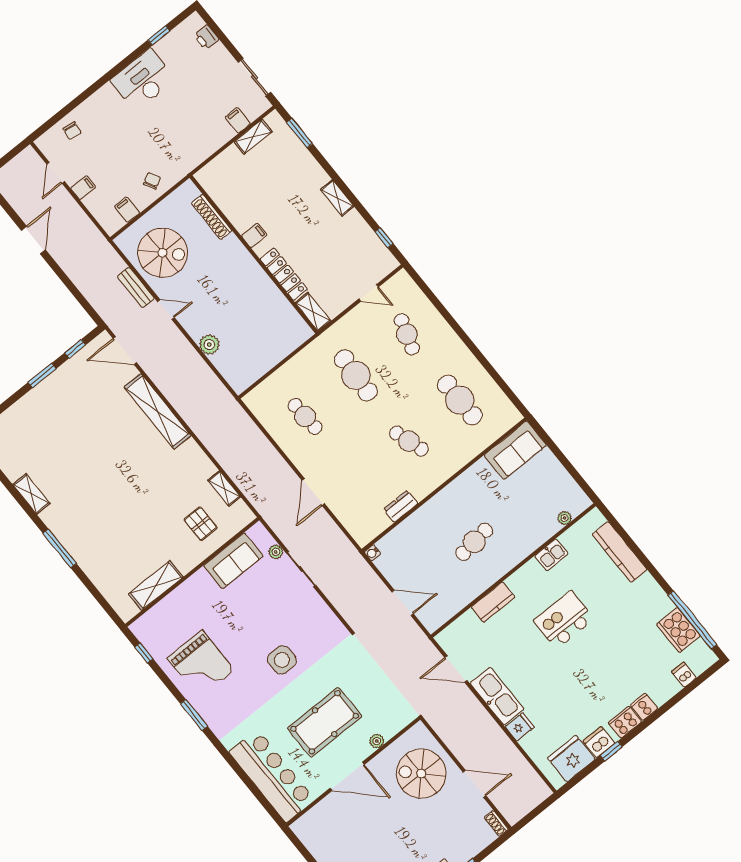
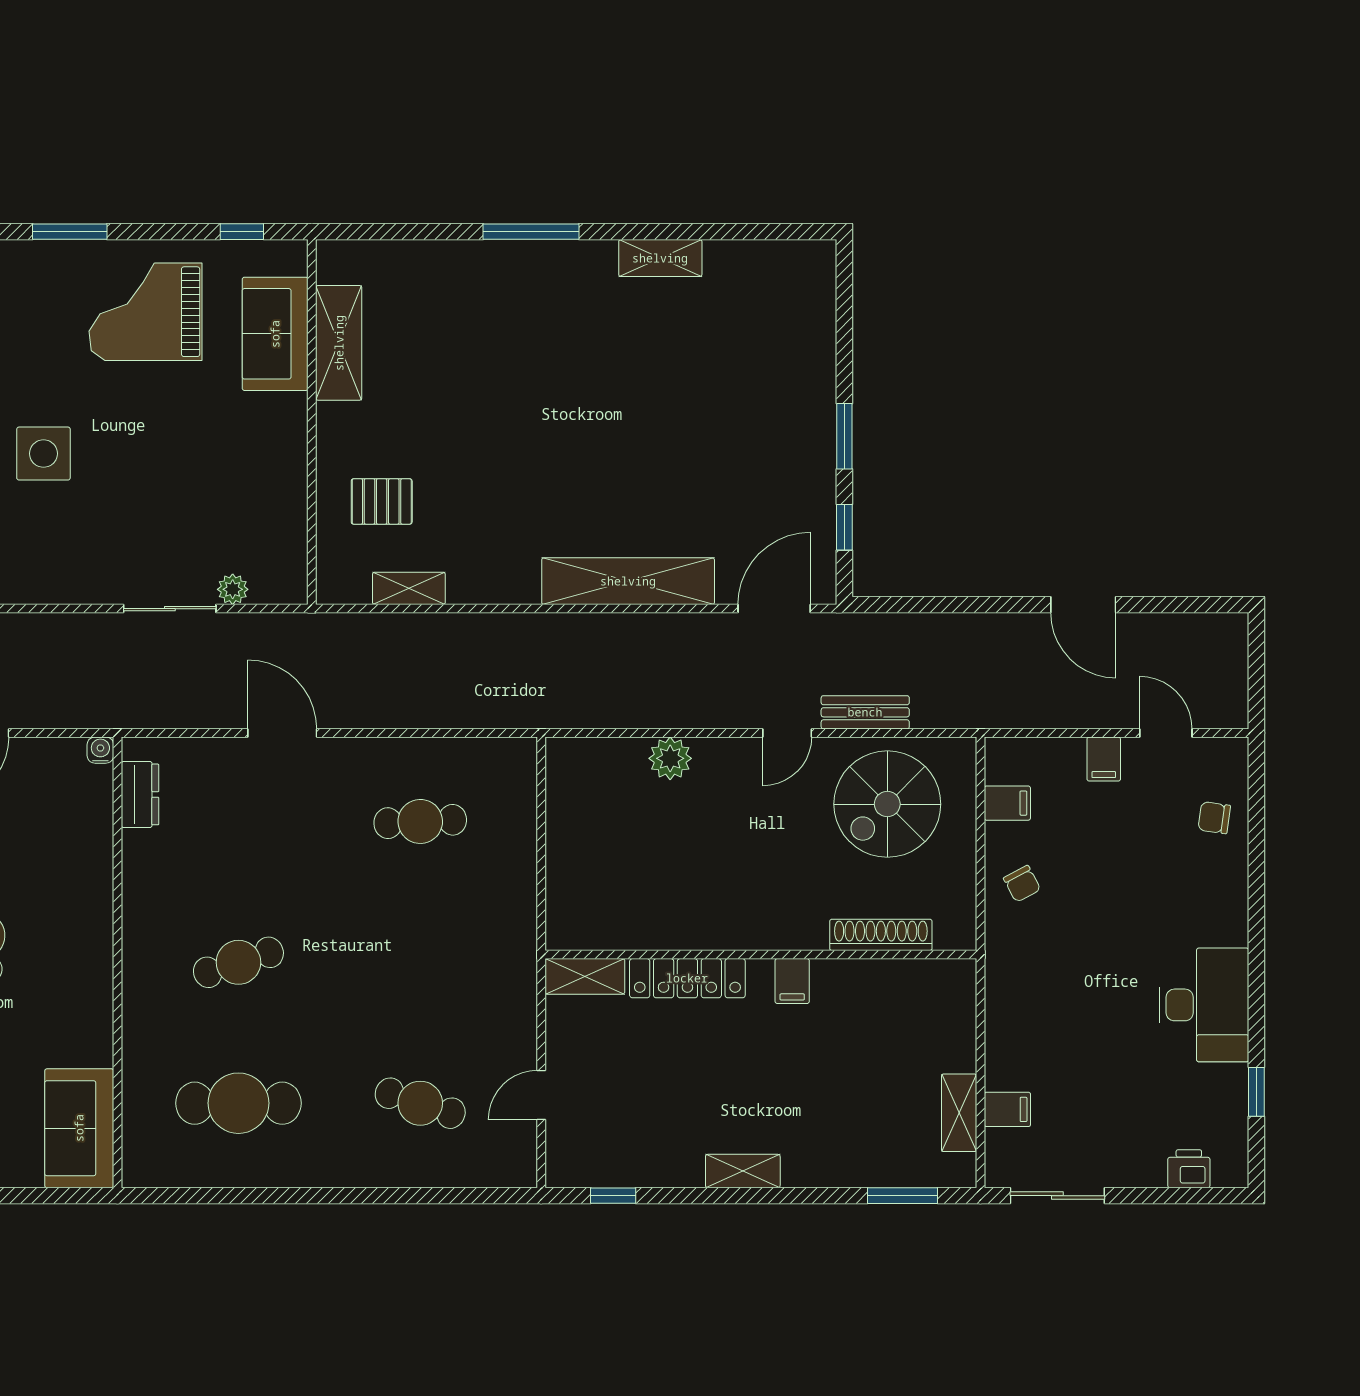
cafe table: (356, 375) -> (420, 962), removed
dresser: (401, 506) -> (140, 794), moved
sofa: (233, 561) -> (275, 334), moved

